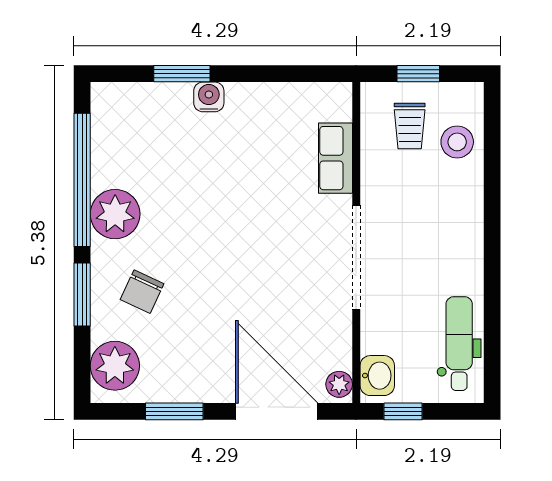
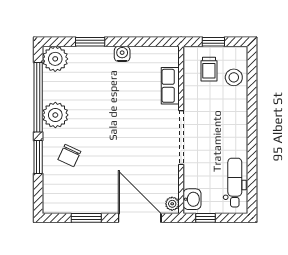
water cooler: (209, 97) -> (122, 54), moved
plant: (115, 366) -> (55, 59), moved

